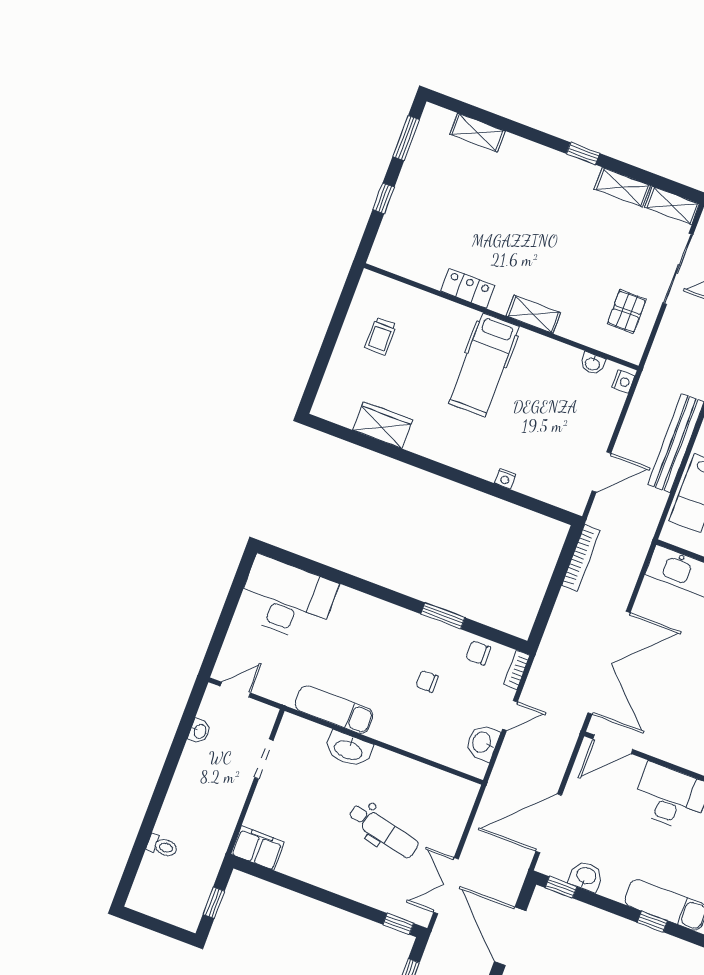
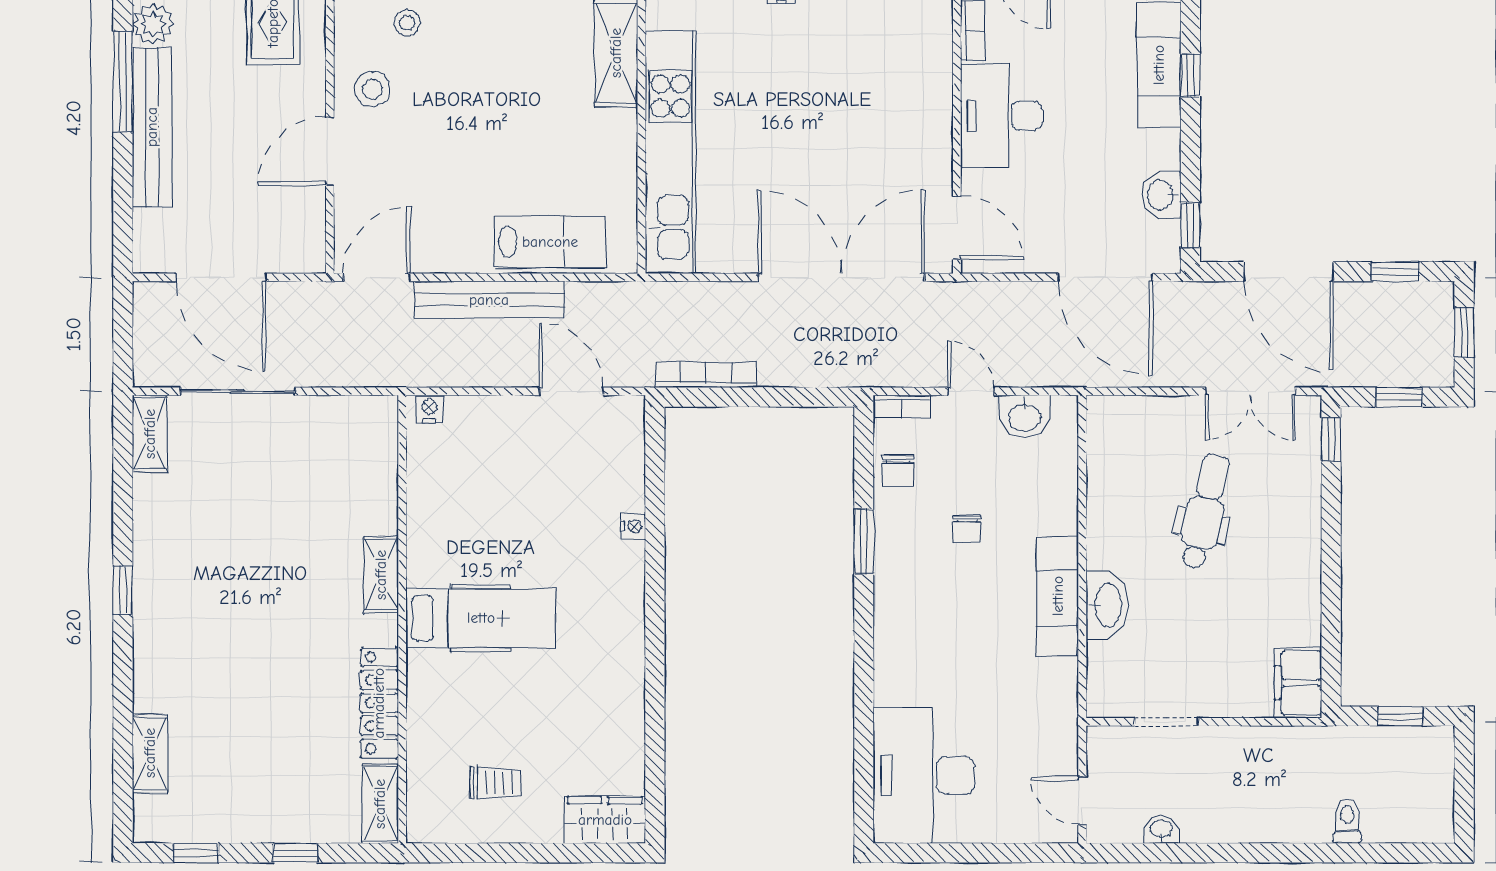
window: (406, 138) -> (196, 853), width x0.67
shelving: (622, 187) -> (380, 804), moved
locker: (468, 288) -> (379, 703), width x1.53
pallet: (627, 312) -> (327, 442), removed
washbasin: (592, 364) -> (420, 463), removed
wardrobe: (383, 425) -> (605, 820), moved, turned 90
exam couch: (334, 710) -> (1058, 596), moved
door: (510, 936) -> (1289, 272), hinge flipped

